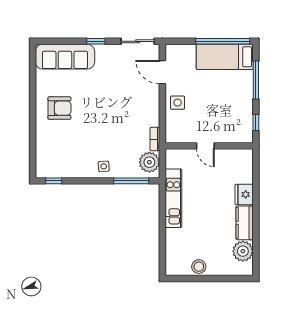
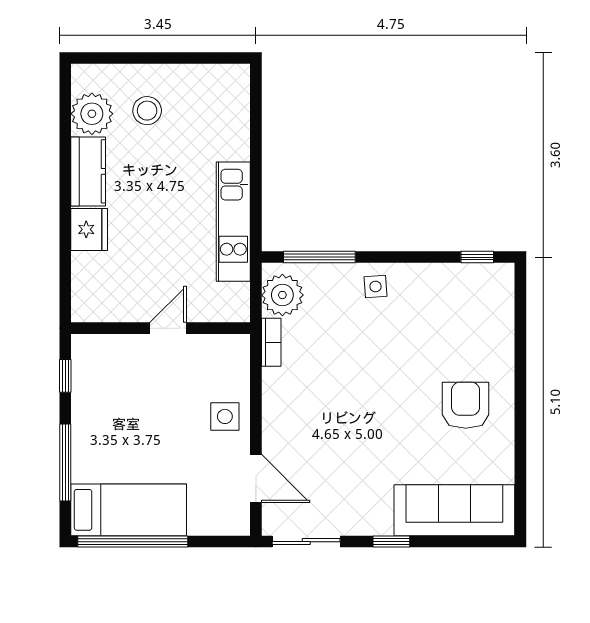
armchair: (59, 108) -> (466, 405), turned 90
door: (205, 146) -> (168, 328), hinge flipped
stool: (199, 267) -> (147, 111), moved

